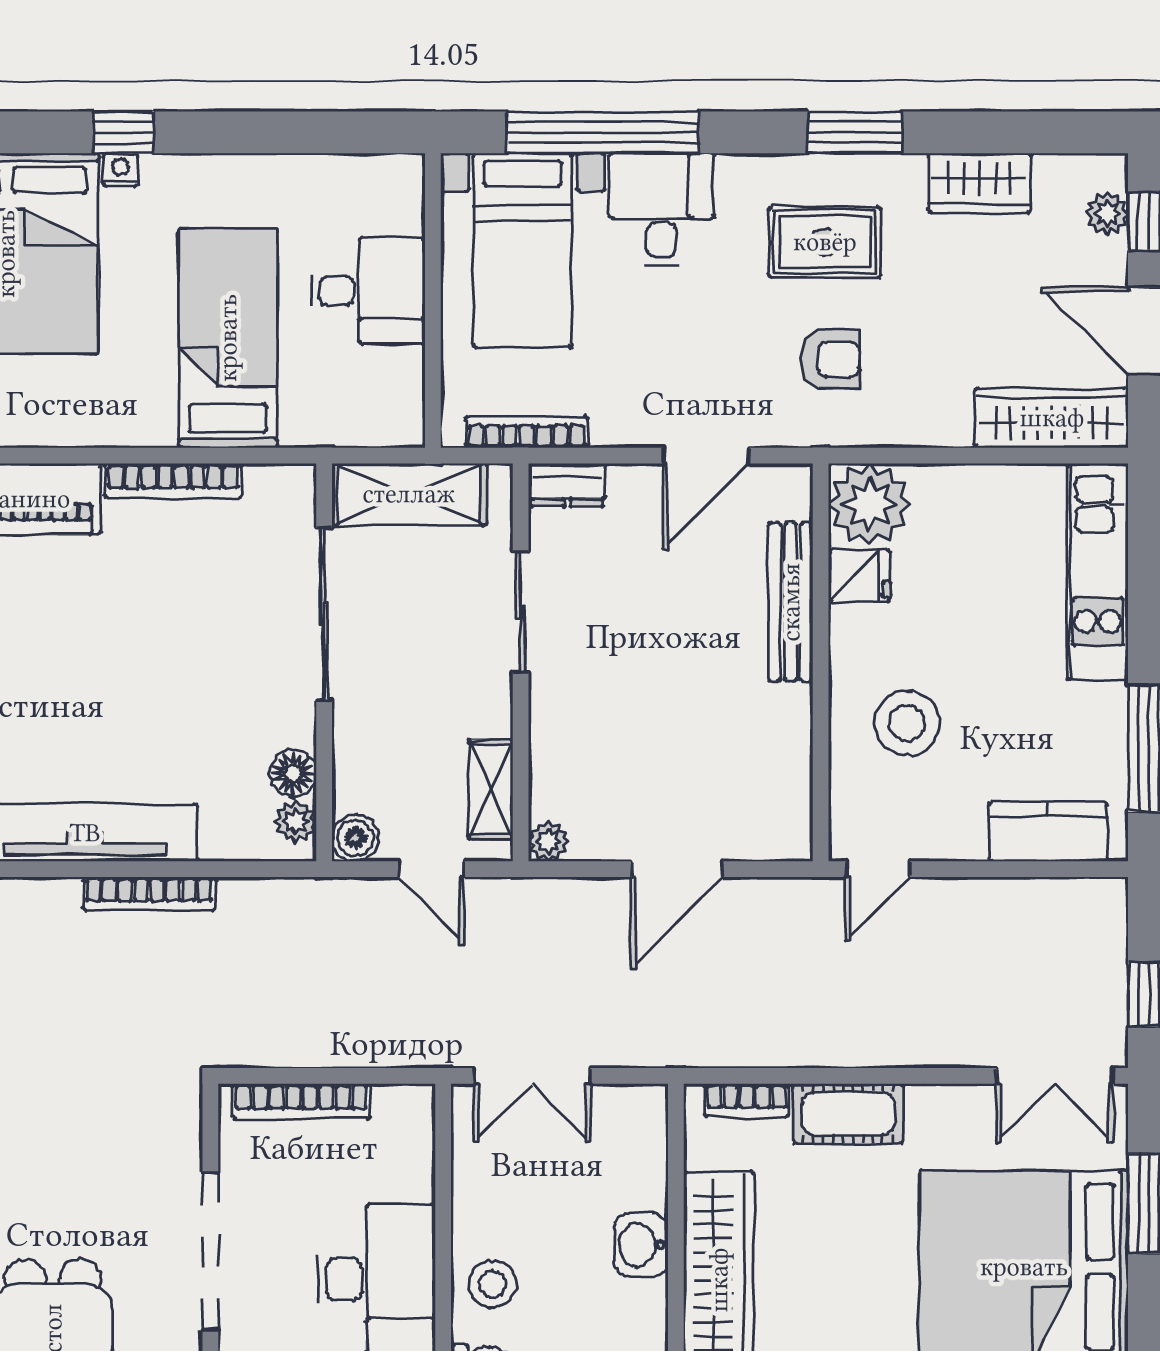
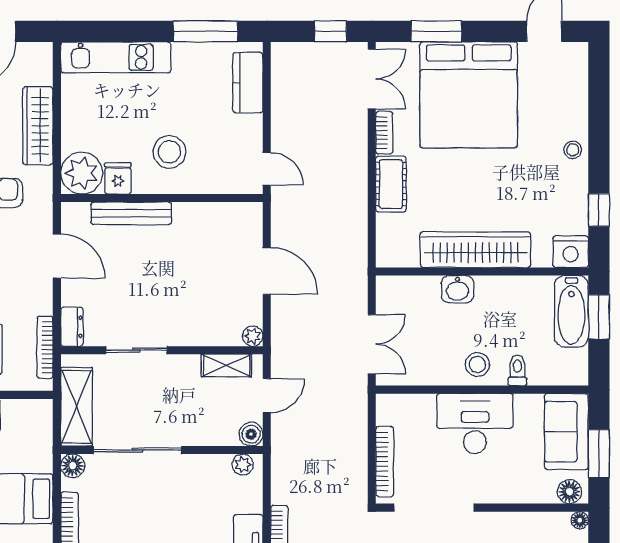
wardrobe: (1052, 418) -> (38, 126), moved
stool: (907, 723) -> (169, 152), moved
floor lamp: (293, 773) -> (73, 466), moved
bookcase: (747, 1101) -> (384, 133), moved
doorway: (210, 1251) -> (434, 508), moved

